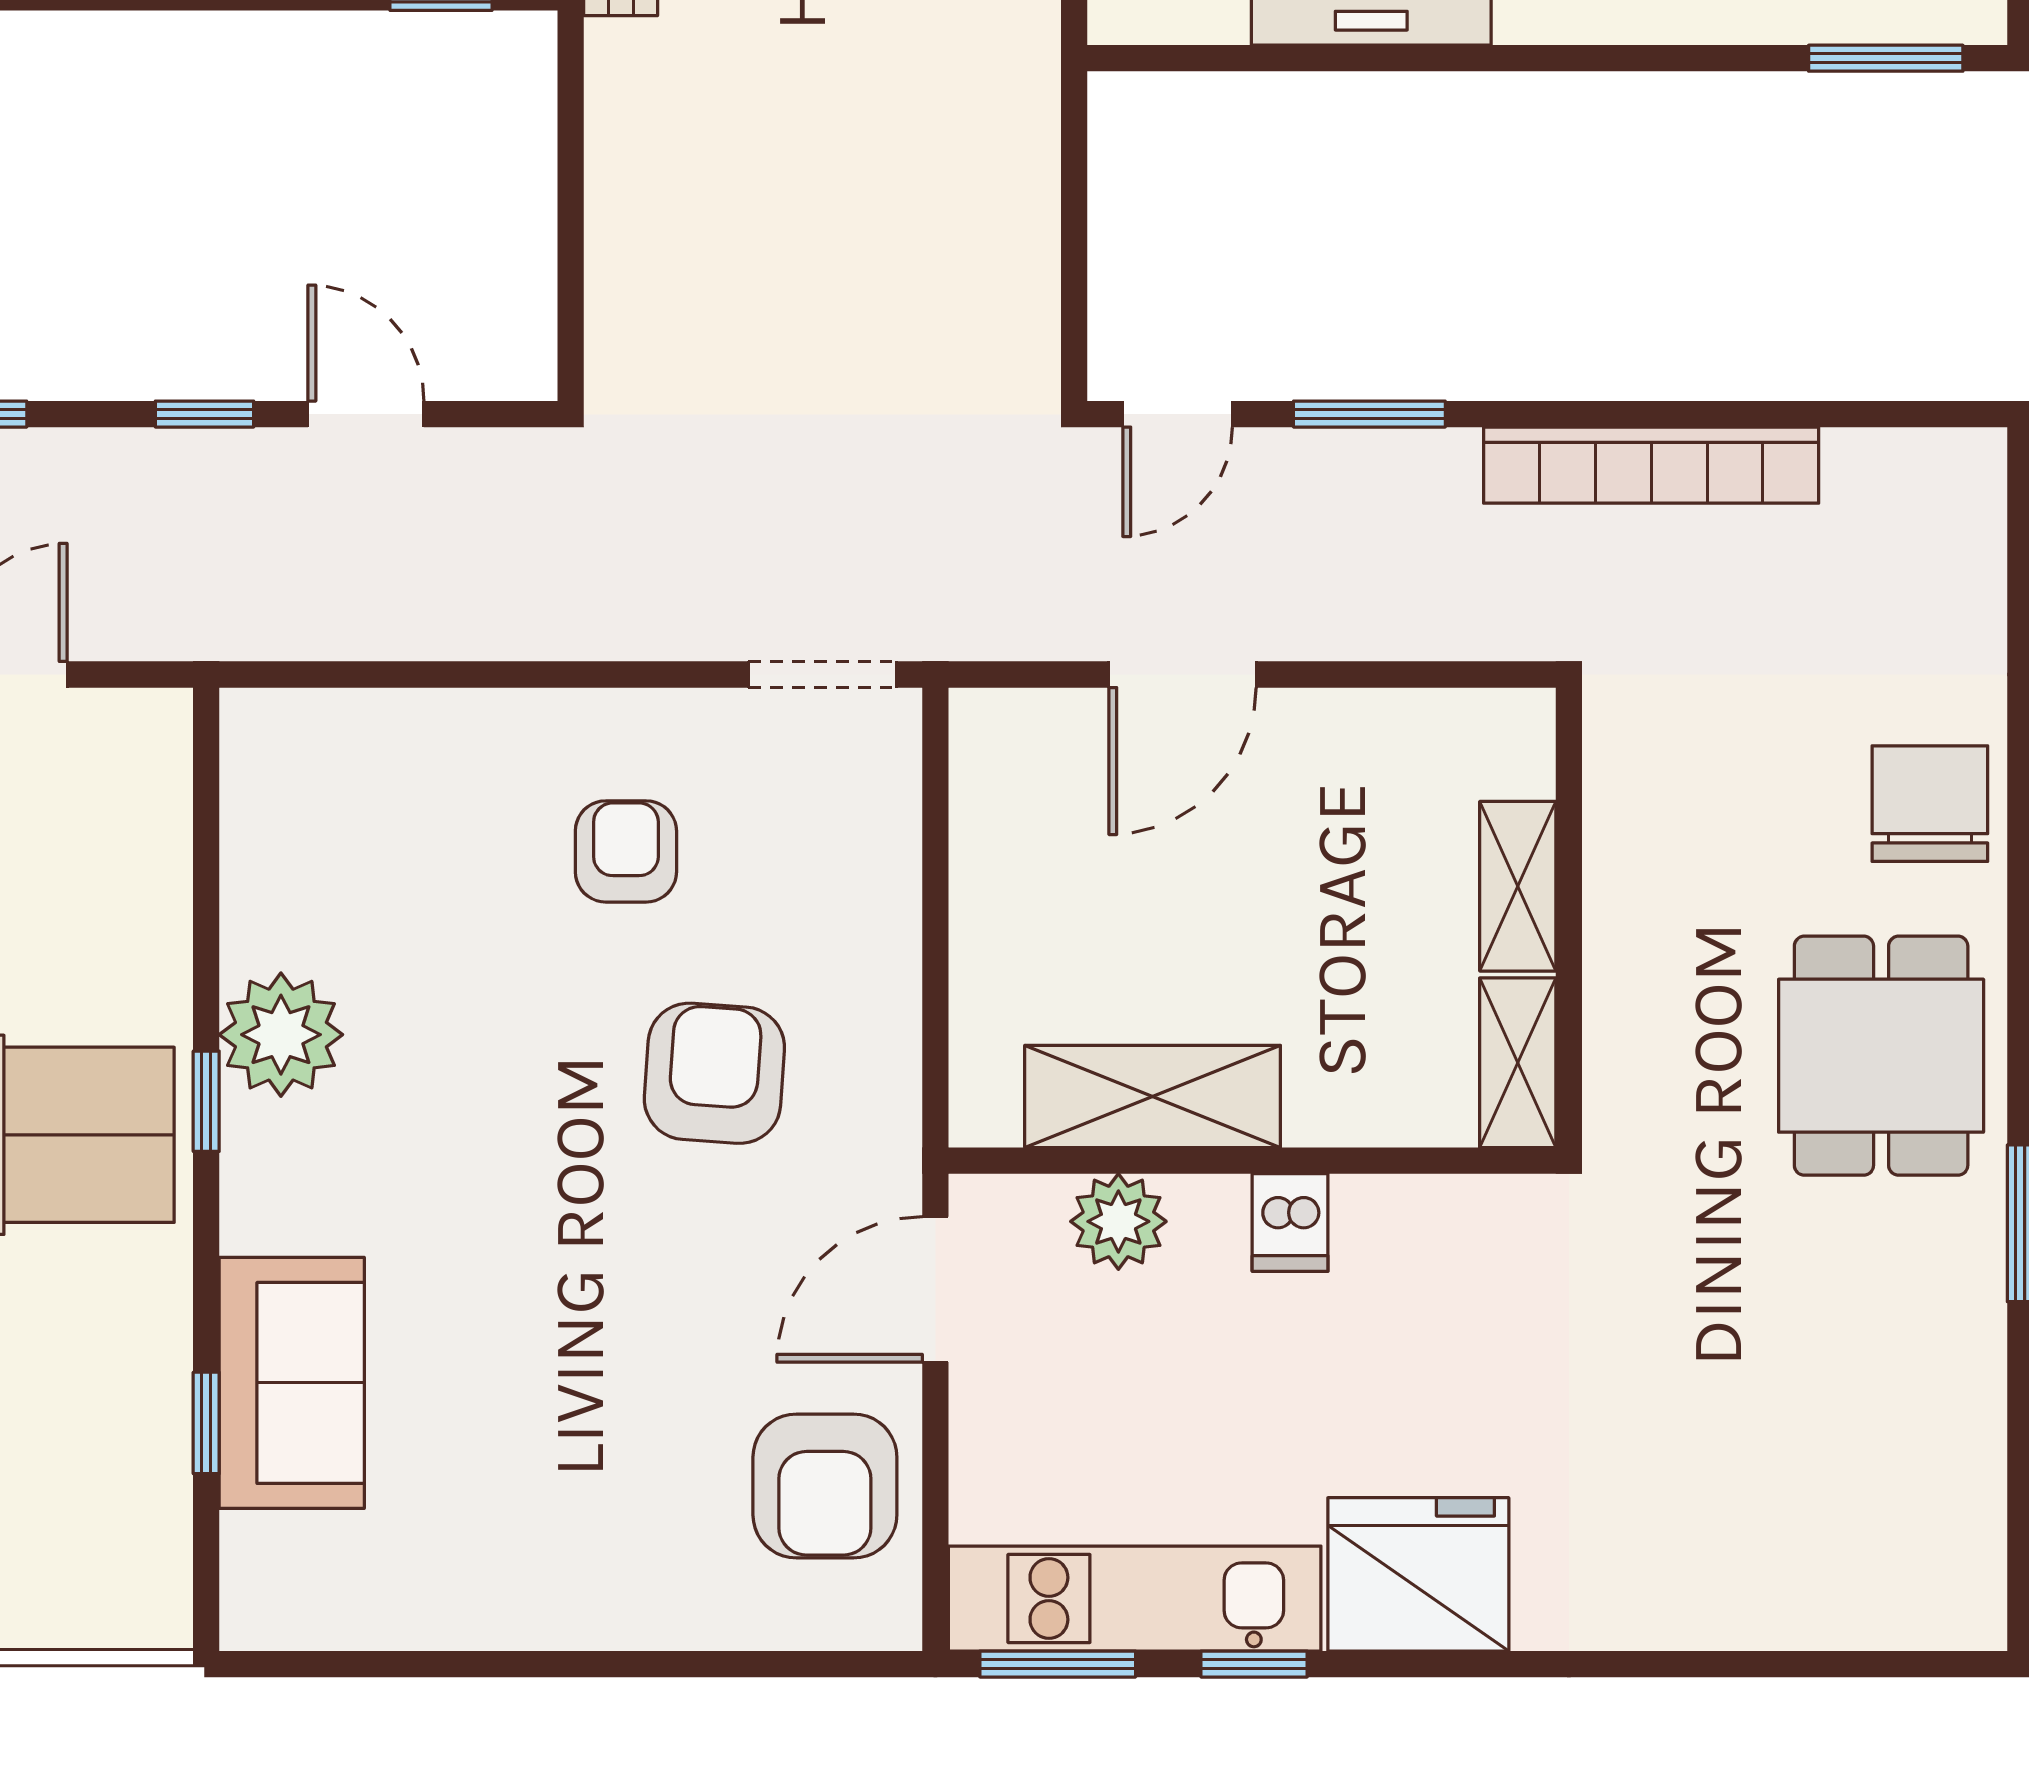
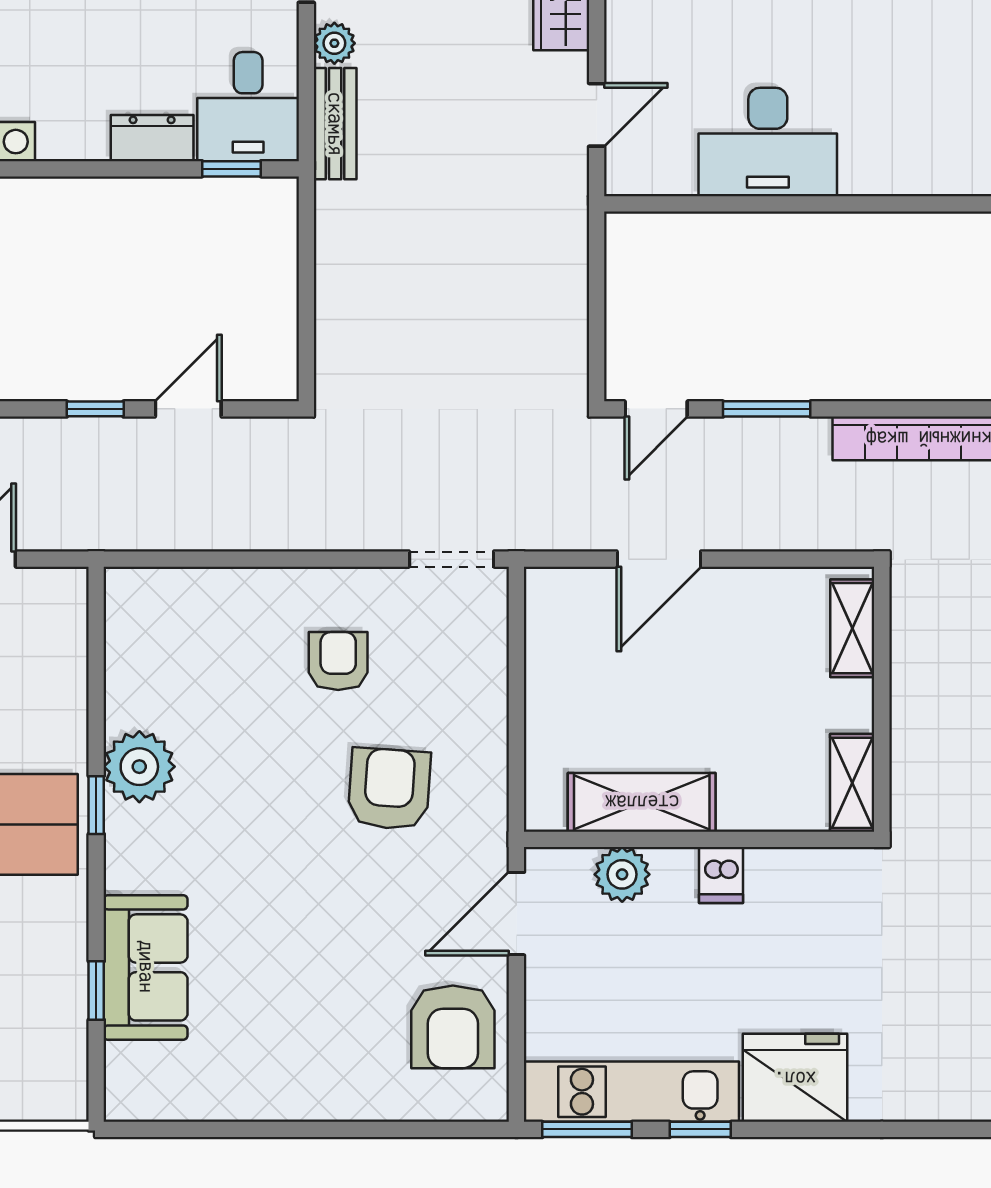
door: (366, 414) -> (188, 409), hinge flipped
shelving: (1518, 886) -> (852, 628), moved

